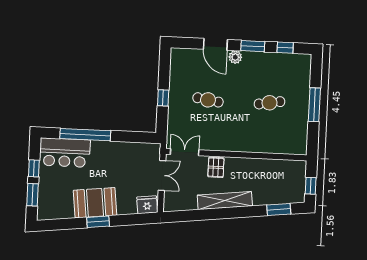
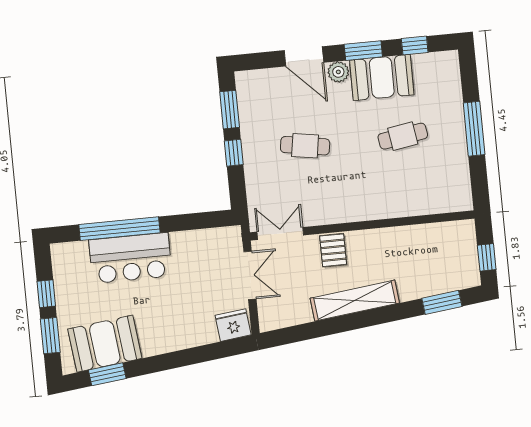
booth: (262, 64) -> (382, 77), added
window: (164, 71) -> (230, 110), added
bar counter: (65, 153) -> (130, 258), moved
booth: (95, 203) -> (105, 344), moved
window: (98, 222) -> (107, 374), moved

